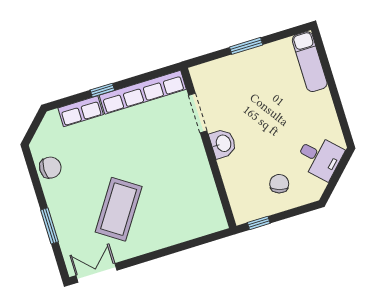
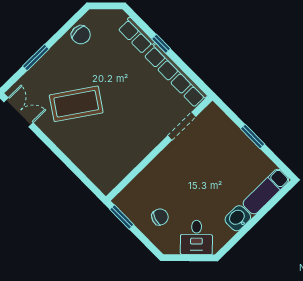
washbasin: (223, 143) -> (238, 218), moved, turned 180
window: (259, 223) -> (122, 217), width x1.50

